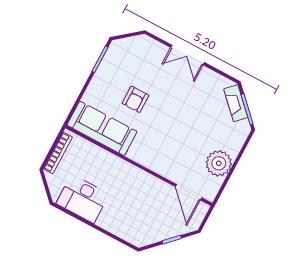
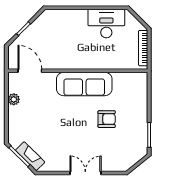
armchair: (135, 99) -> (107, 119), turned 90
sofa: (102, 128) -> (84, 84), moved
plant: (219, 163) -> (14, 99), width x0.53, depth x0.53

